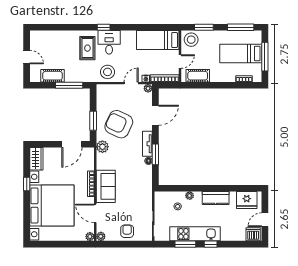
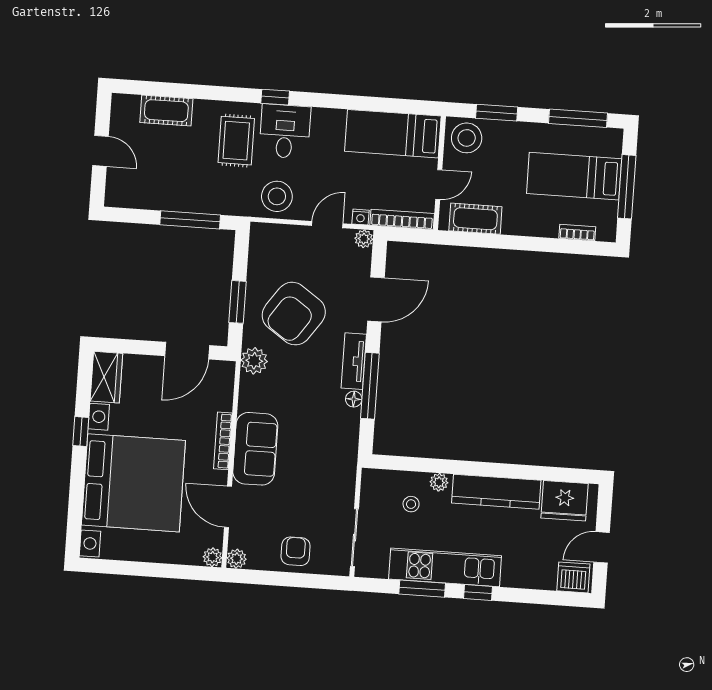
cot: (53, 76) -> (166, 111), moved
armchair: (119, 124) -> (294, 314), turned -80
window: (155, 154) -> (370, 386), width x1.44
kitchen counter: (216, 198) -> (496, 492), width x1.50

